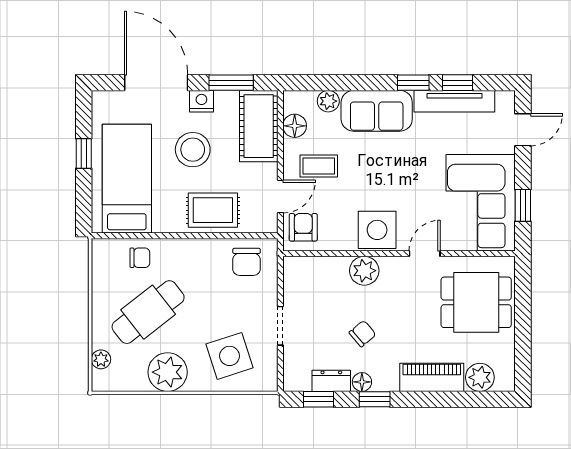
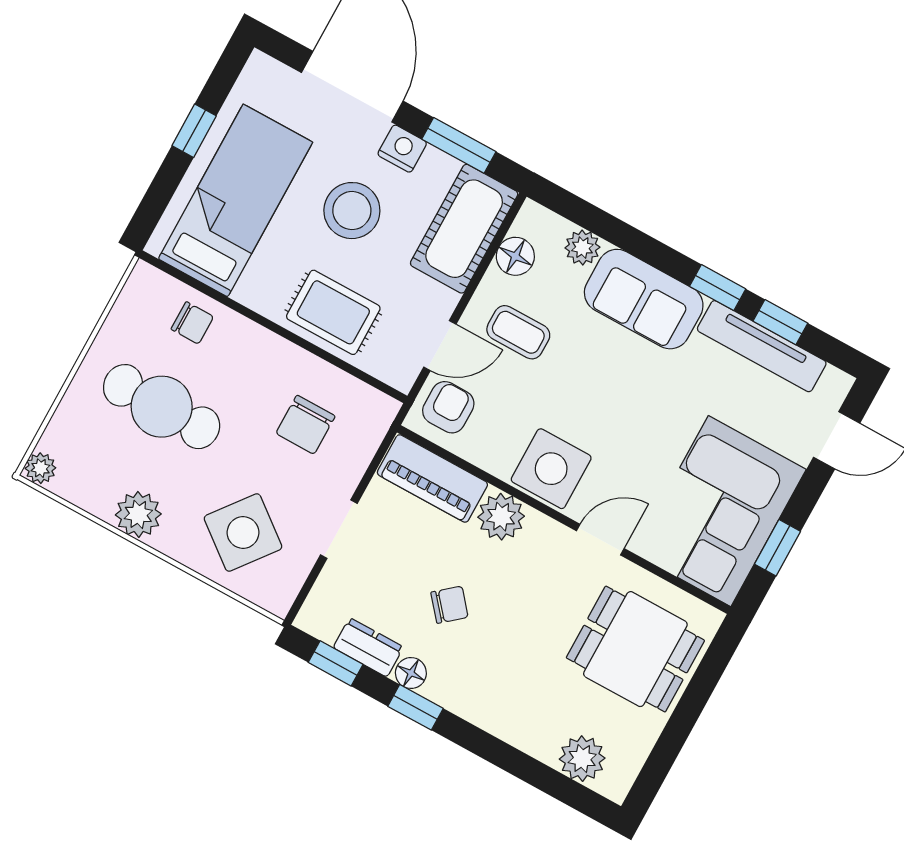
chair: (247, 262) -> (305, 425), moved
cafe table: (148, 312) -> (162, 407), turned 38
side table: (230, 356) -> (243, 533), turned -34
plant: (101, 359) -> (40, 468), moved
plant: (168, 372) -> (138, 514), width x0.73, depth x0.73
piano: (432, 377) -> (432, 478), moved, turned 180

